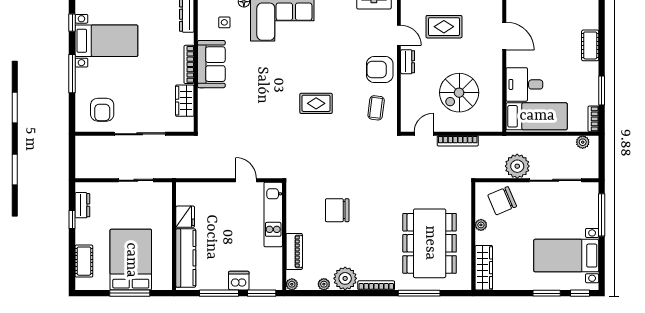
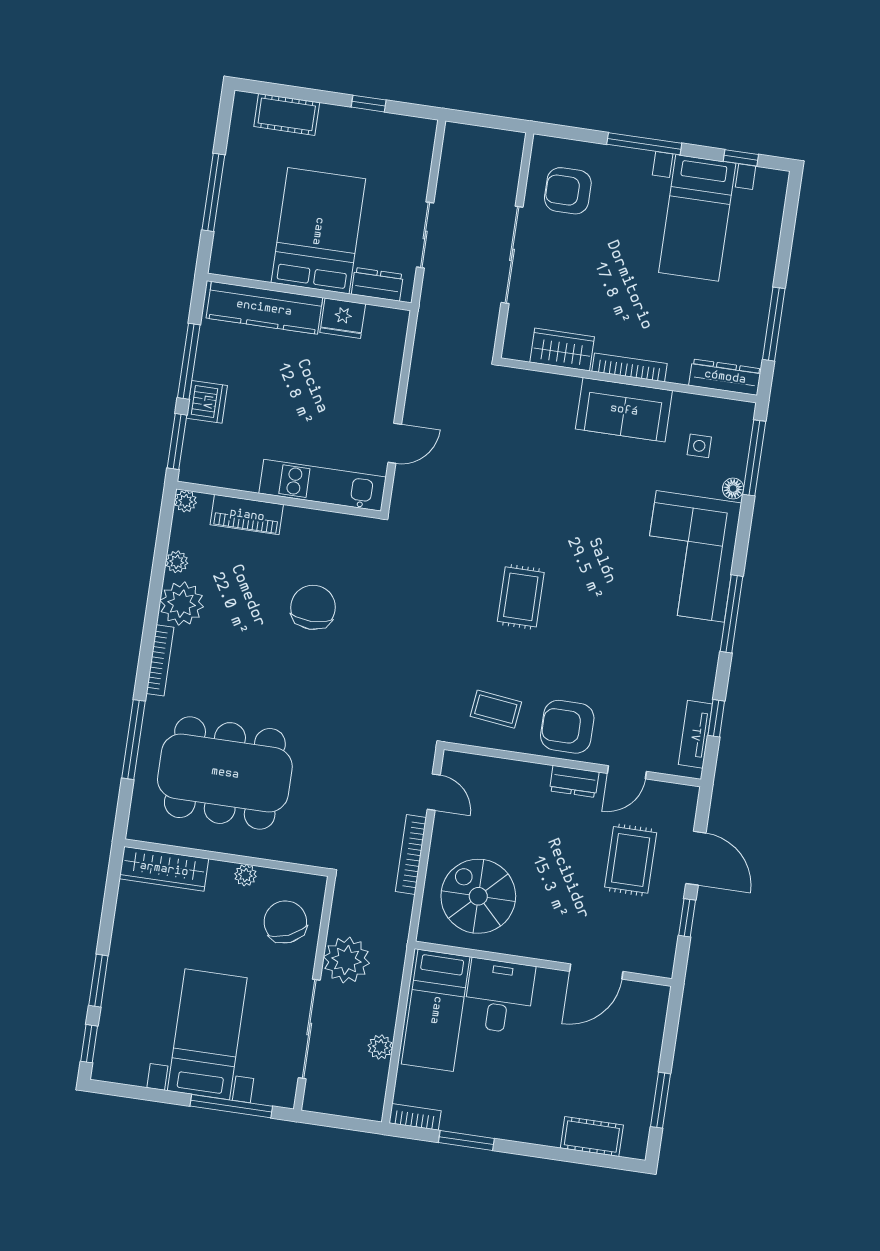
cot: (590, 45) -> (592, 1137), moved
armchair: (380, 70) -> (567, 727), turned -90
spiral stairs: (459, 93) -> (478, 896), moved
plant: (583, 142) -> (380, 1047), moved
dresser: (82, 205) -> (377, 284), moved, turned 180
bed with nightstands: (566, 256) -> (207, 1034), moved
bed: (131, 260) -> (318, 231), moved, turned -90

